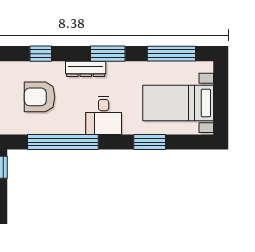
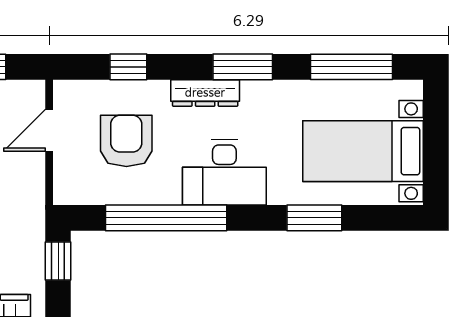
armchair: (40, 97) -> (126, 141), turned 90
desk: (104, 115) -> (224, 172), width x1.37

